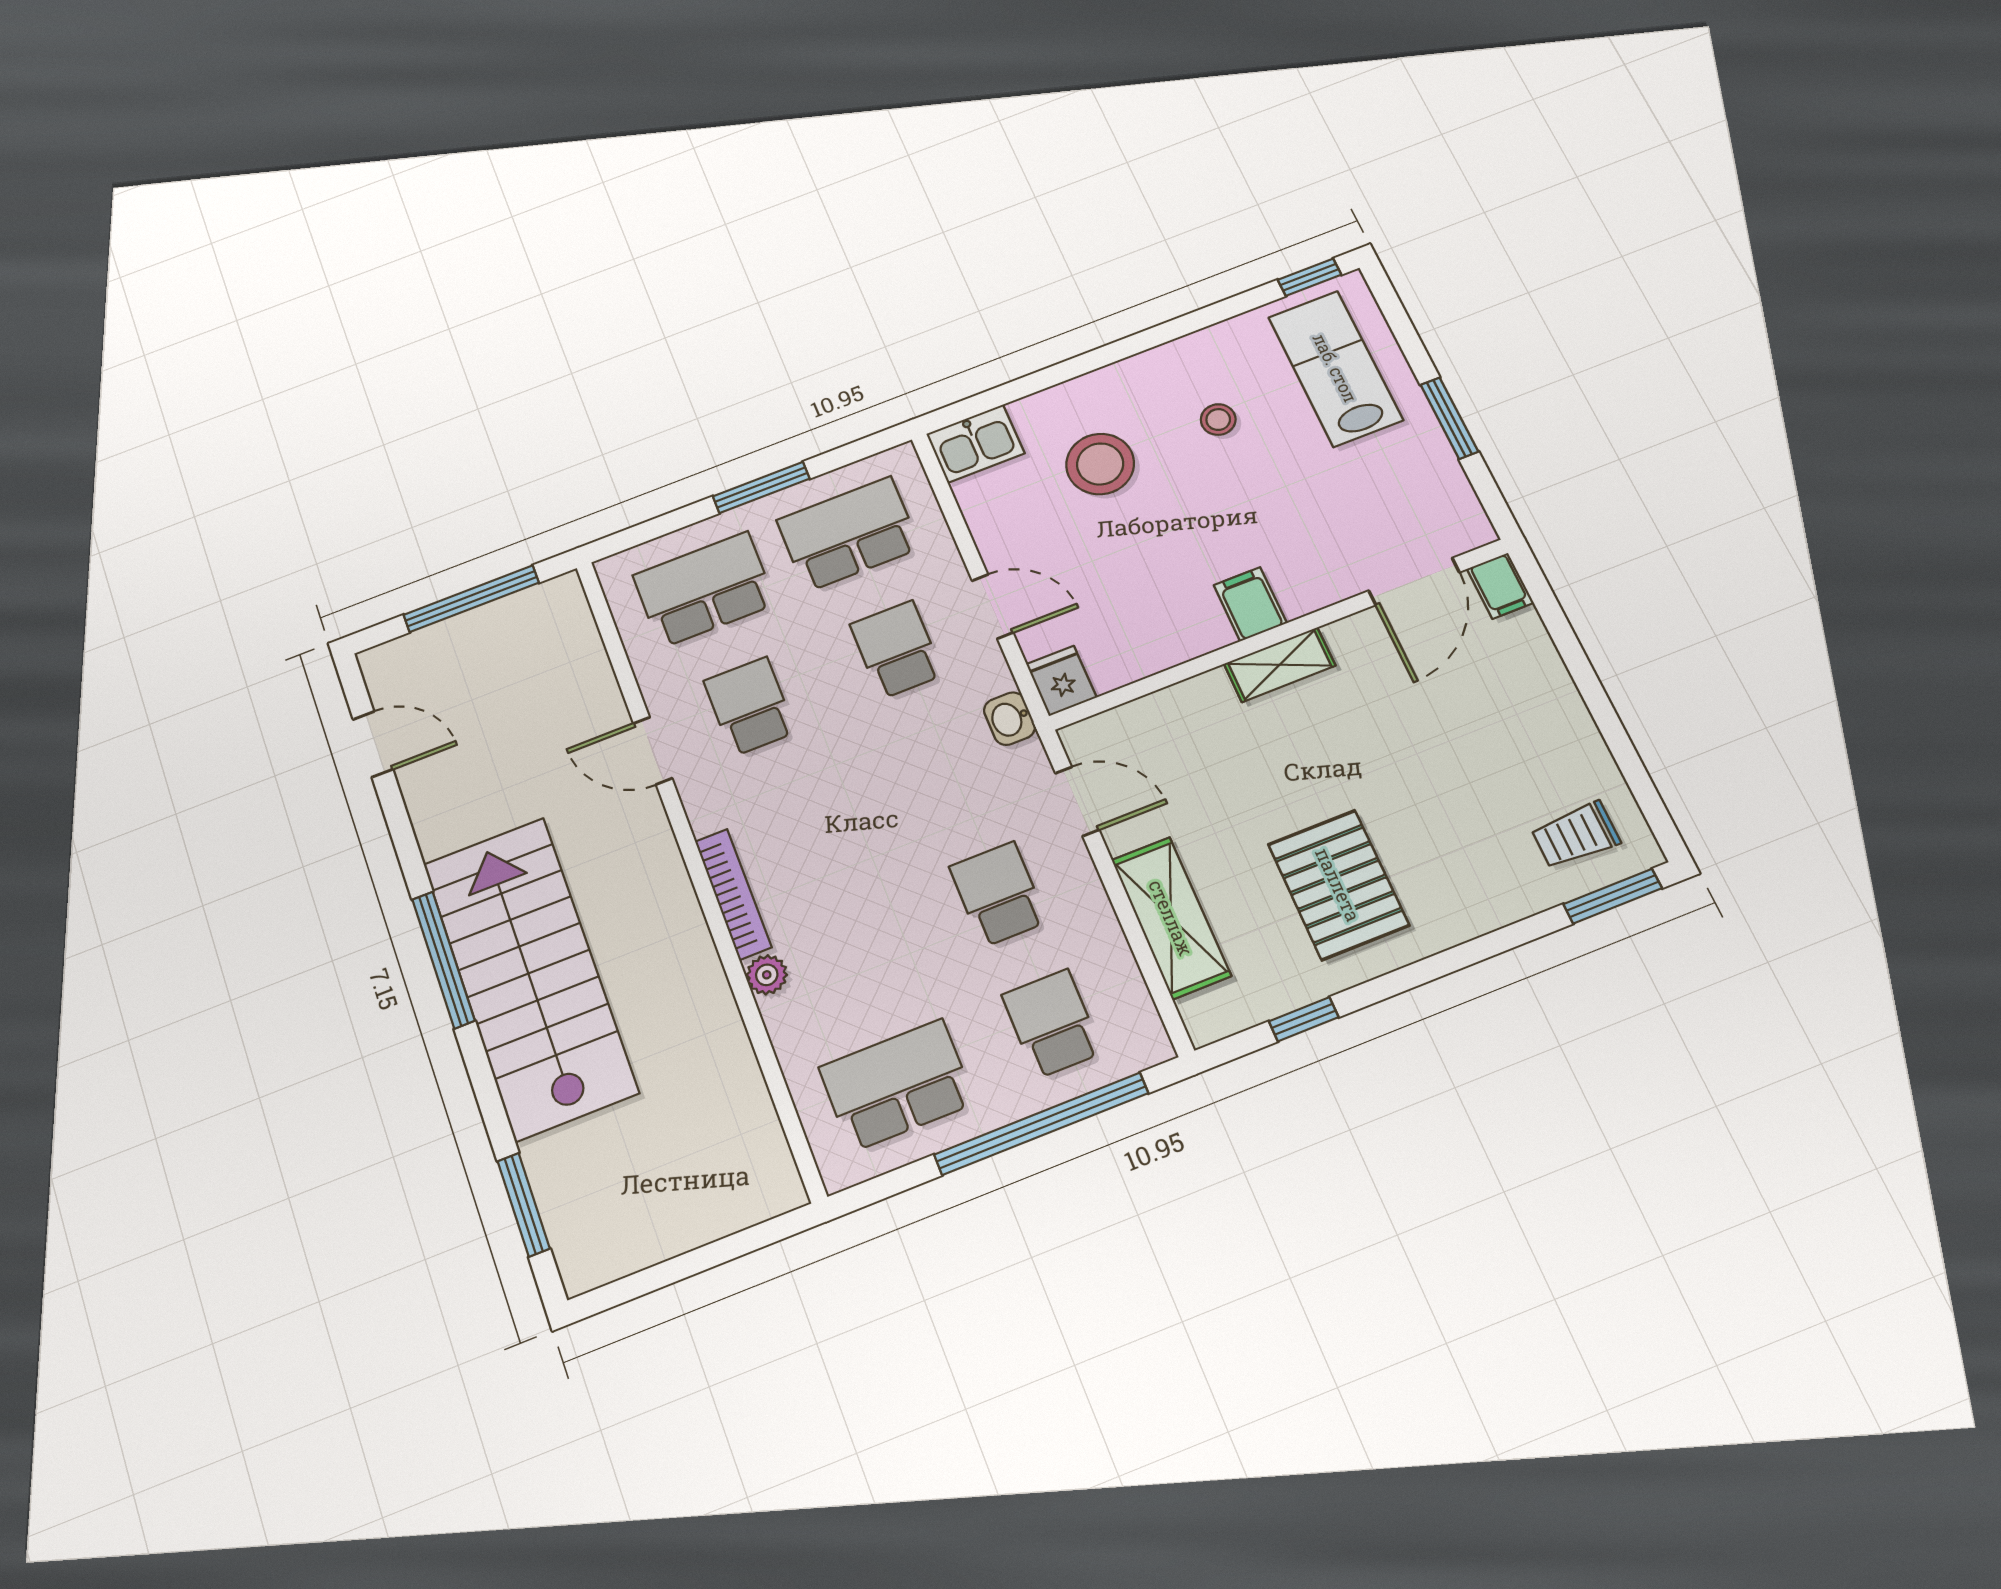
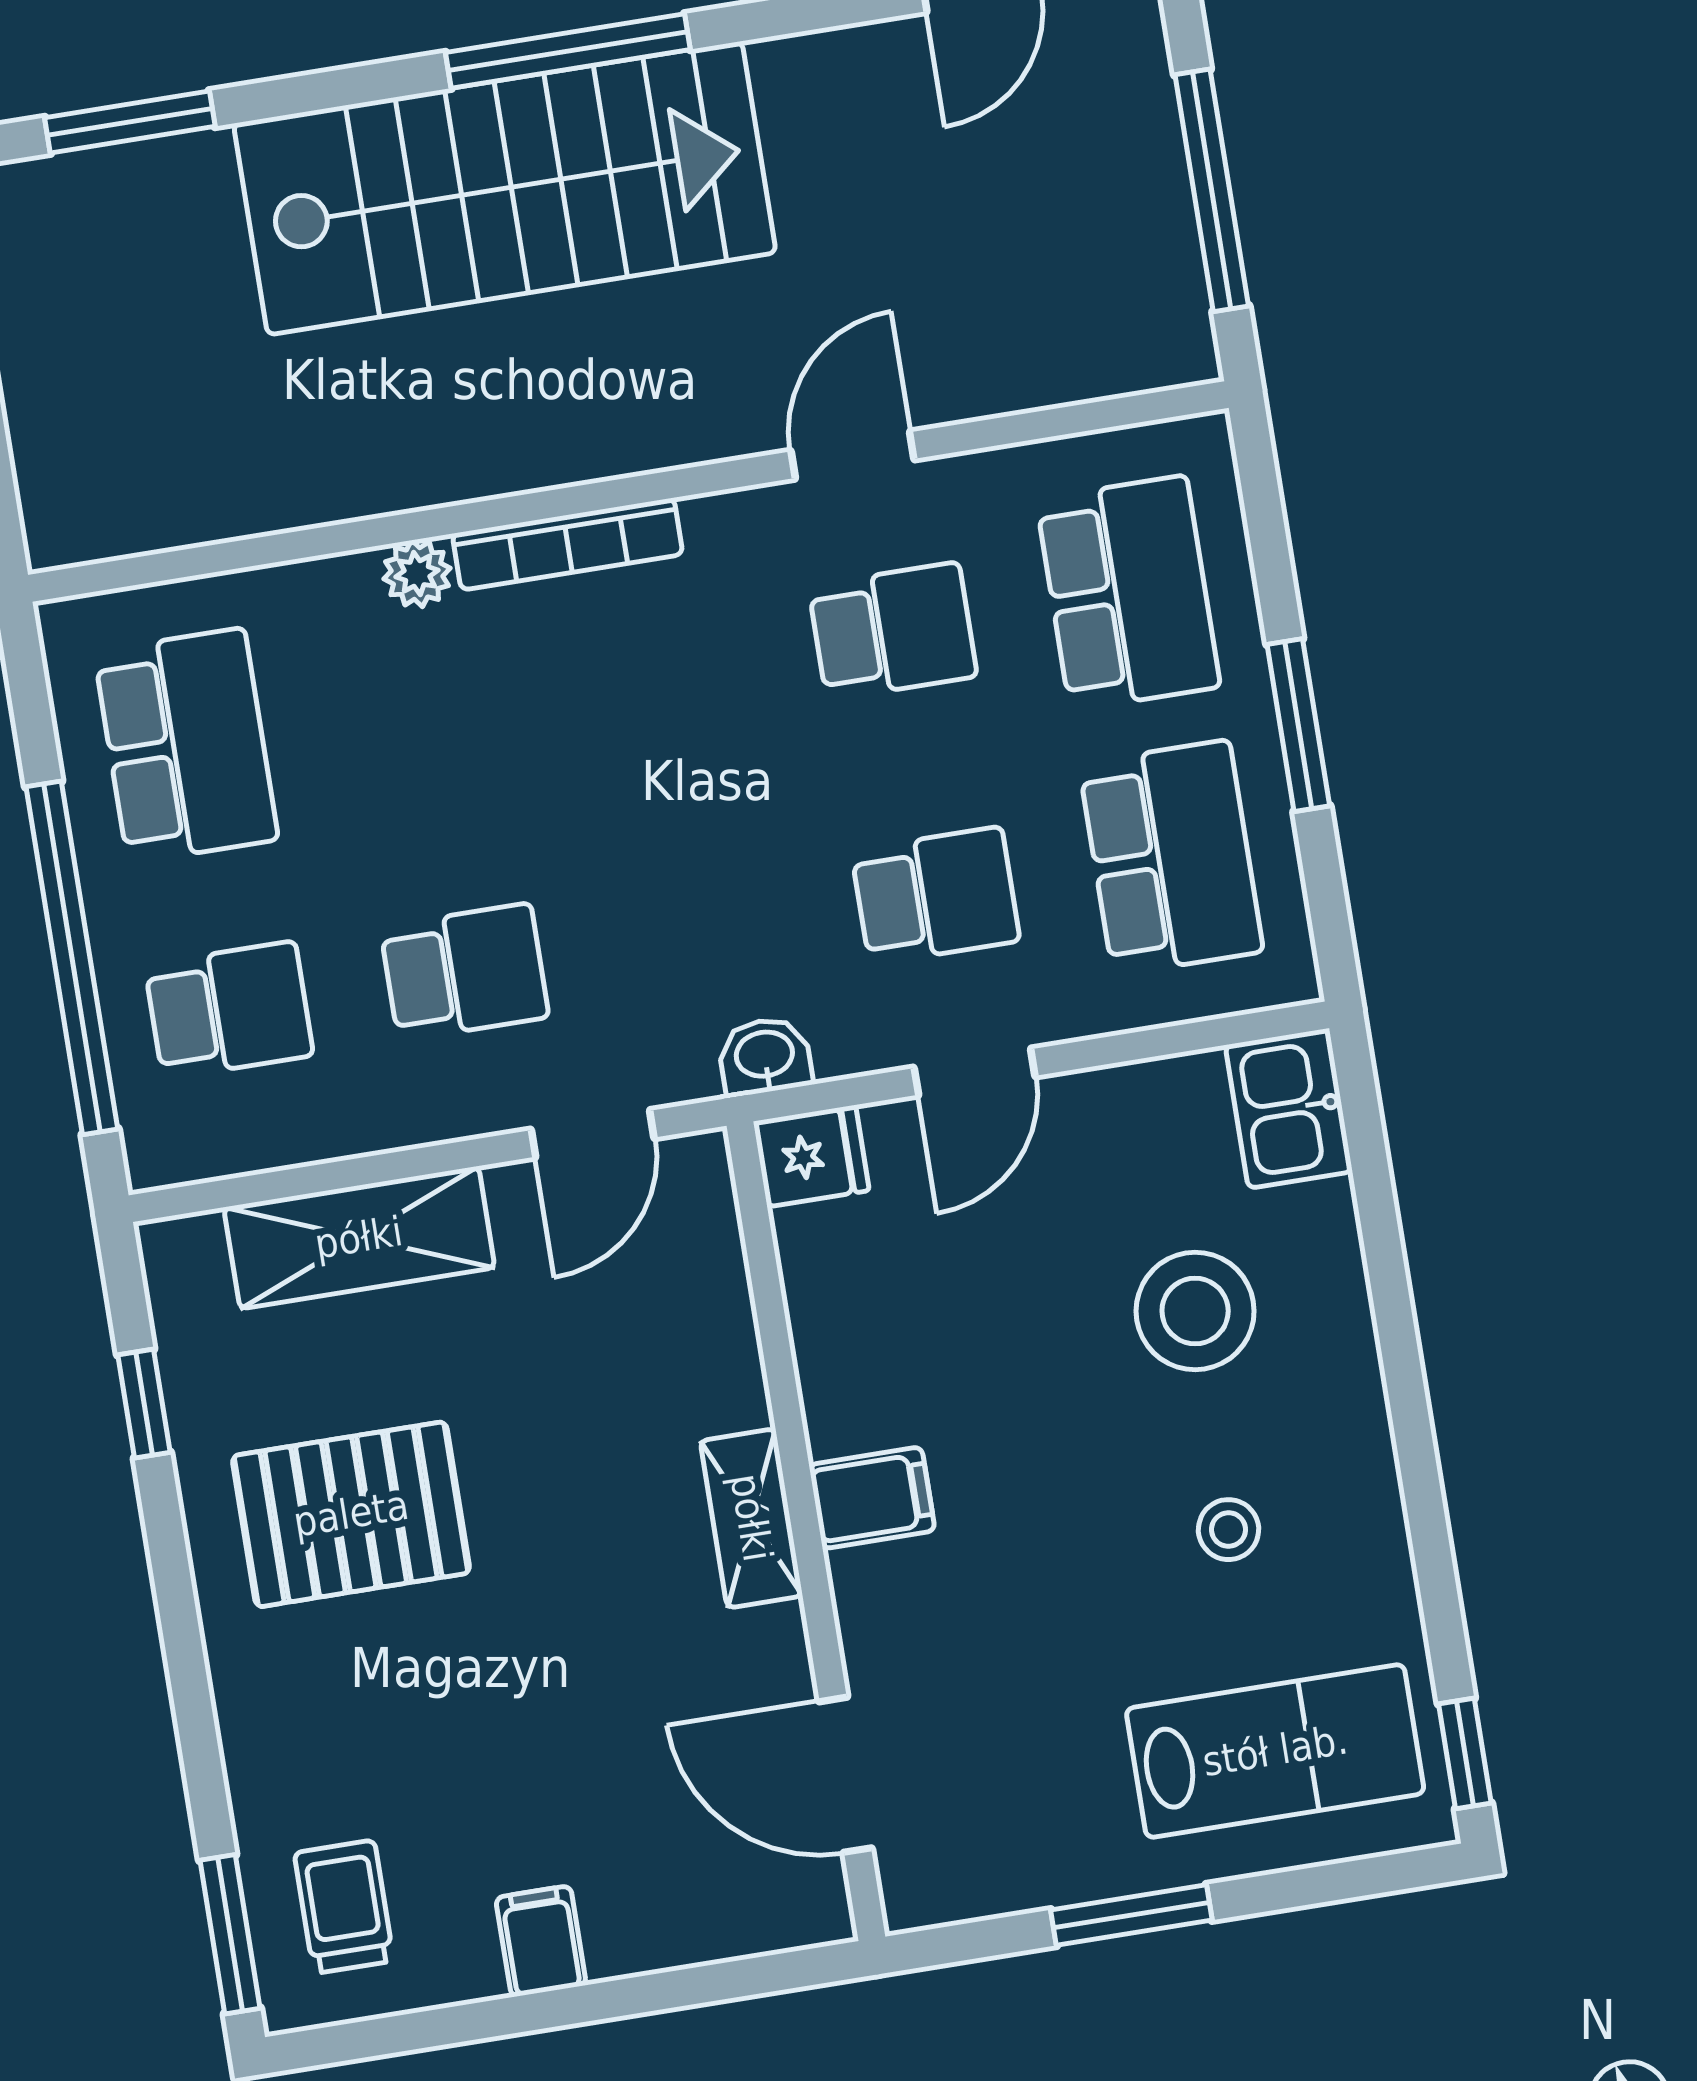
filing cabinet: (1500, 586) -> (541, 1941), moved, turned 90

